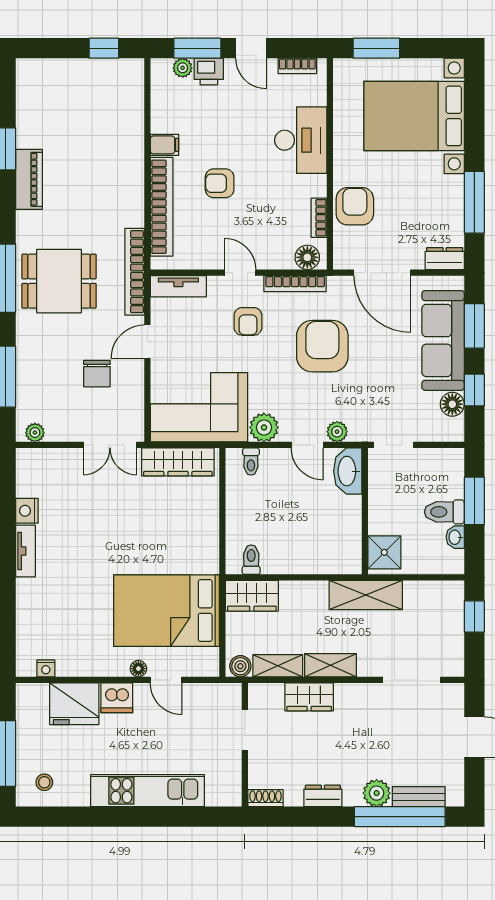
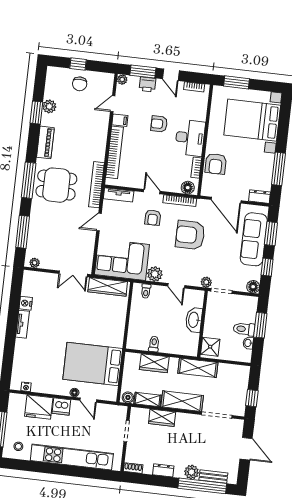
window: (104, 48) -> (78, 64), moved
plant: (183, 68) -> (122, 80), moved
door: (147, 115) -> (113, 104), added
plant: (28, 134) -> (49, 106), added
desk: (301, 140) -> (190, 138), moved
piano: (29, 179) -> (45, 142), moved
armchair: (220, 183) -> (159, 124), moved
armchair: (355, 206) -> (216, 164), turned 180
armchair: (322, 346) -> (190, 235), turned -90
chair: (97, 374) -> (80, 84), moved
floor lamp: (452, 404) -> (253, 287), moved
plant: (337, 432) -> (206, 282), moved
washbasin: (348, 471) -> (194, 320), moved
toilet: (251, 560) -> (154, 344), moved
wardrobe: (252, 596) -> (154, 363), moved
window: (474, 616) -> (252, 398), moved
shelving: (330, 665) -> (182, 401), width x1.50, depth x1.33
kitchen unit: (148, 791) -> (72, 457), width x1.36

